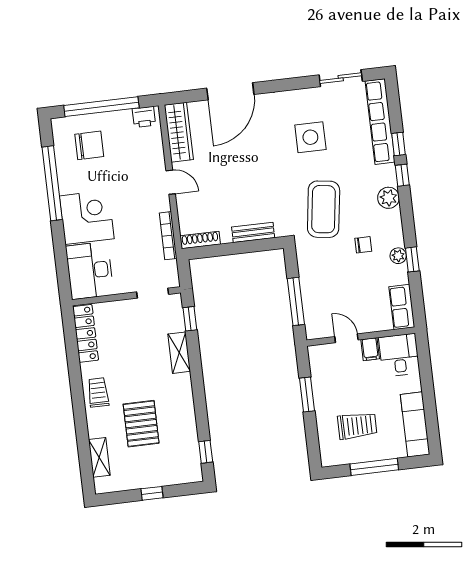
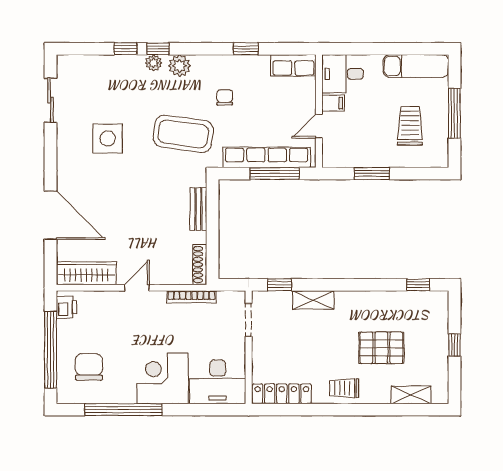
row of seats: (380, 122) -> (267, 157), moved, turned 180
plant: (398, 256) -> (153, 63), moved

